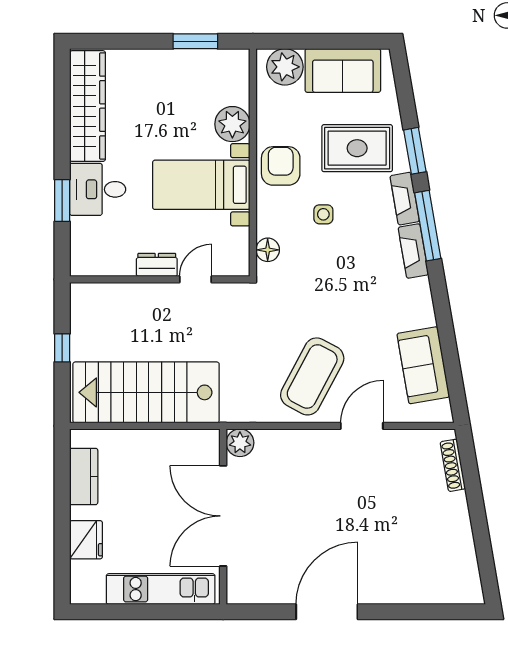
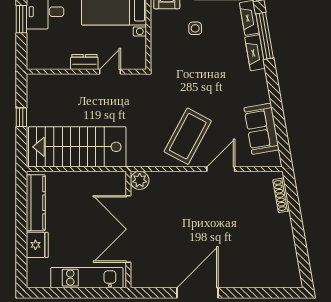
floor lamp: (268, 250) -> (158, 52), removed
kitchen counter: (84, 476) -> (36, 203), width x1.50

